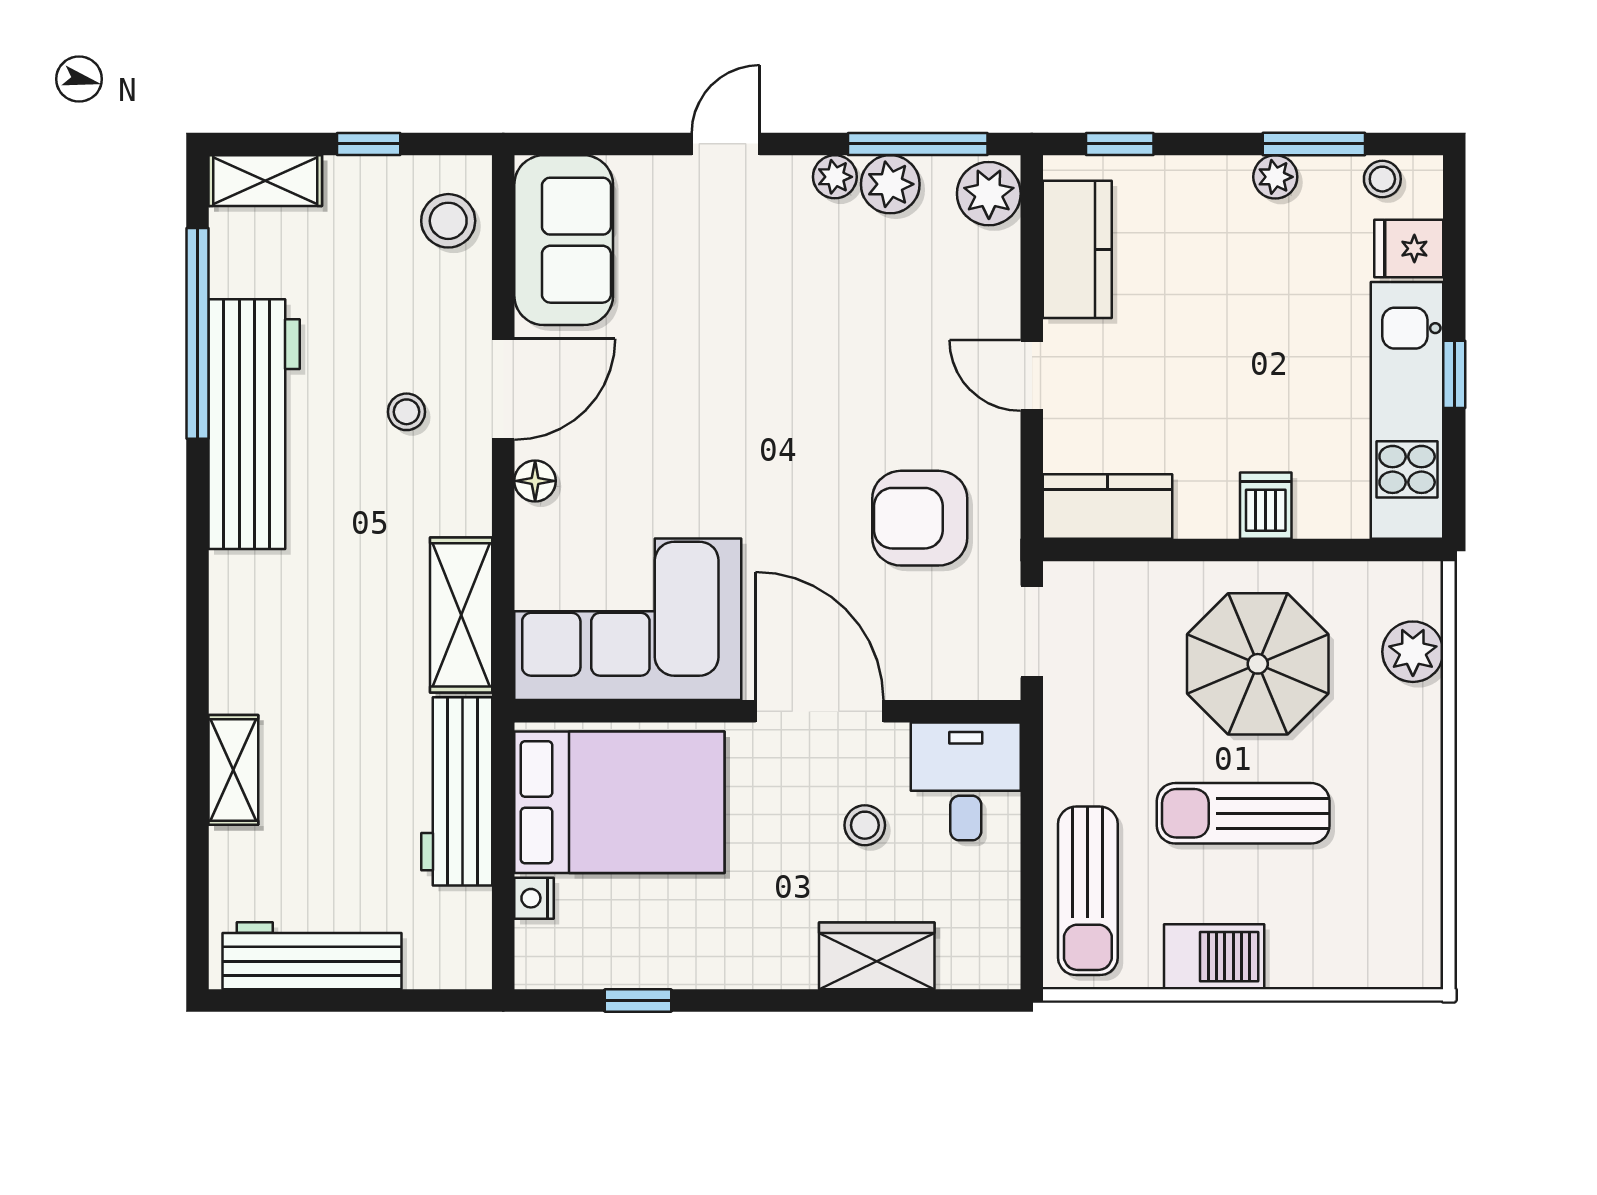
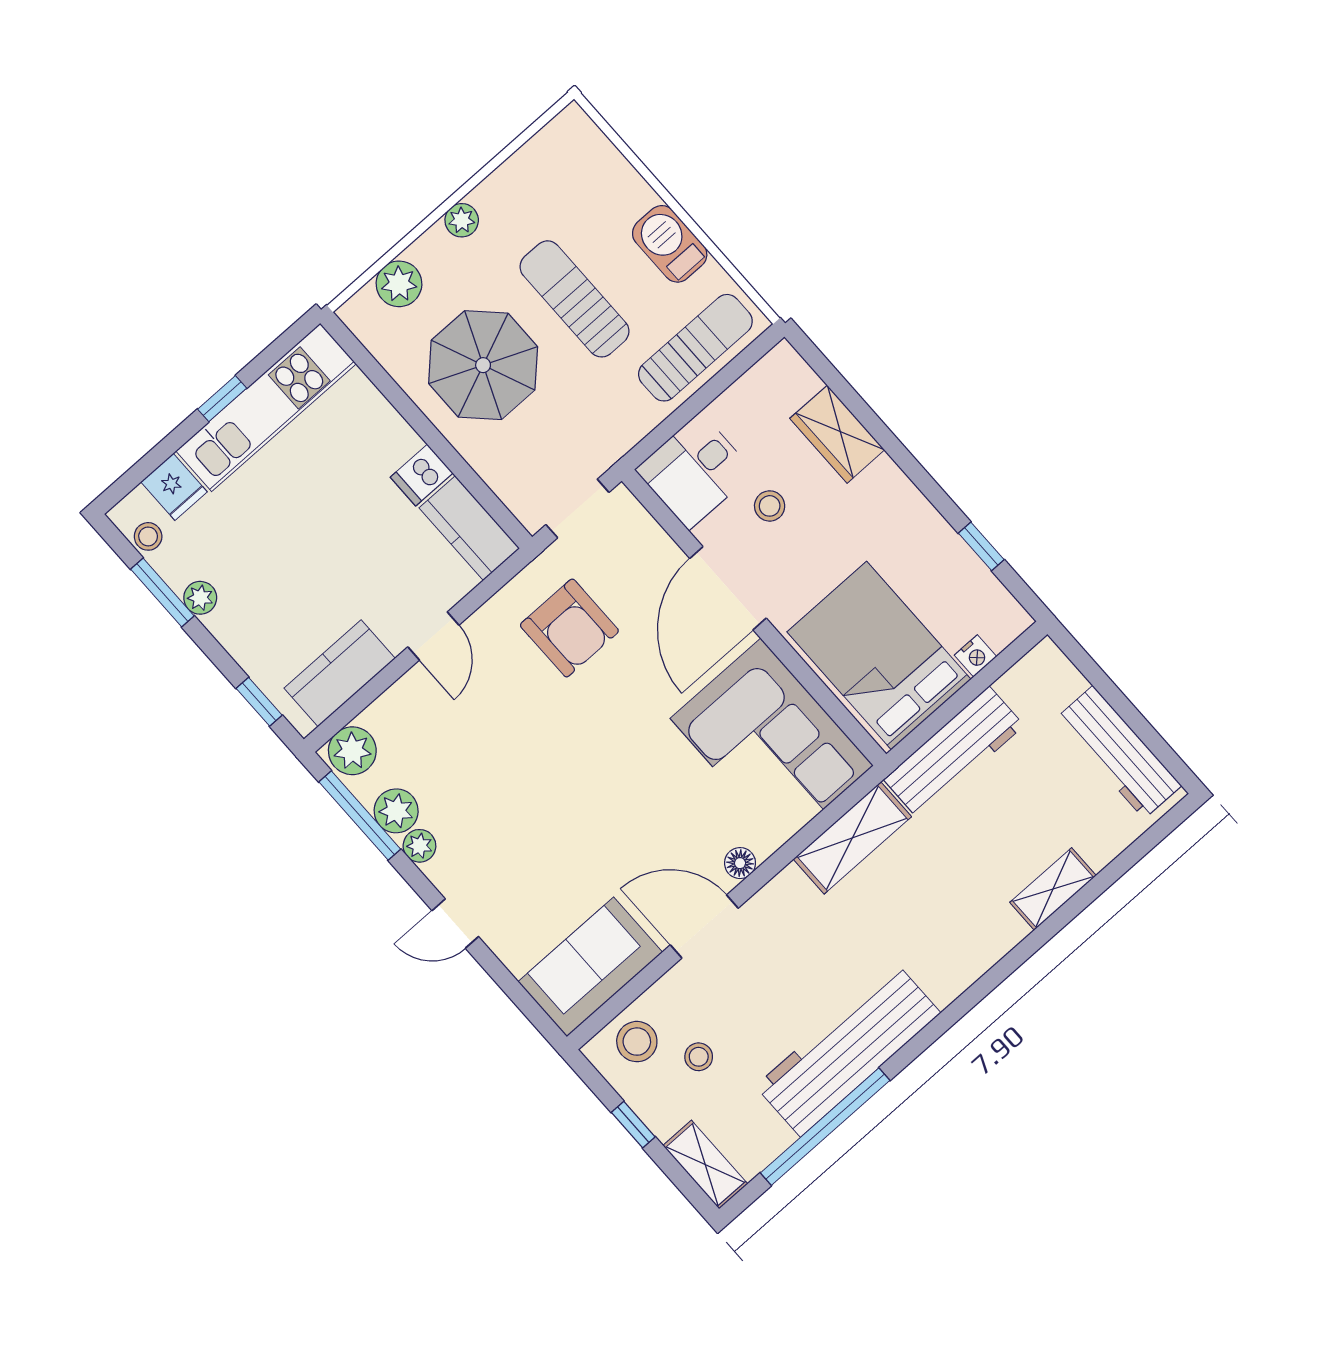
stool: (406, 412) -> (699, 1057), moved
dishwasher: (1266, 506) -> (422, 475), moved
plant: (1421, 770) -> (462, 220), added
sun lounger: (1243, 813) -> (574, 299), turned 180

